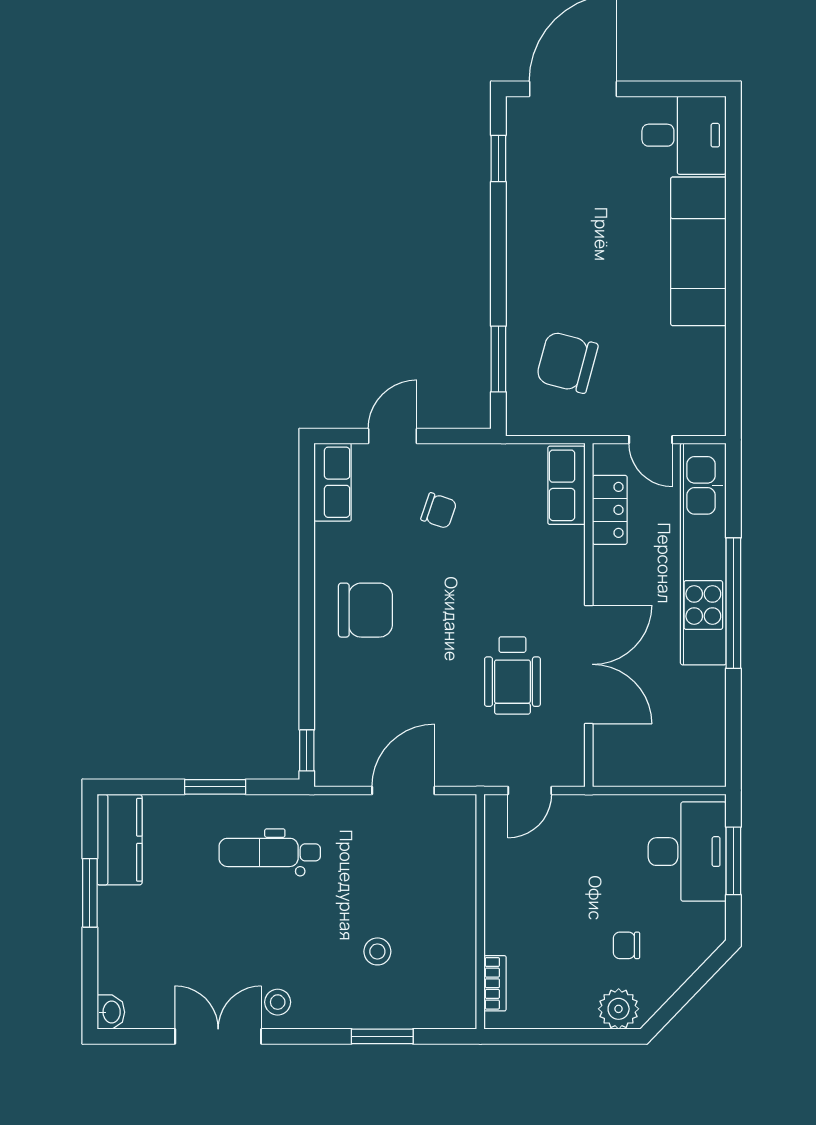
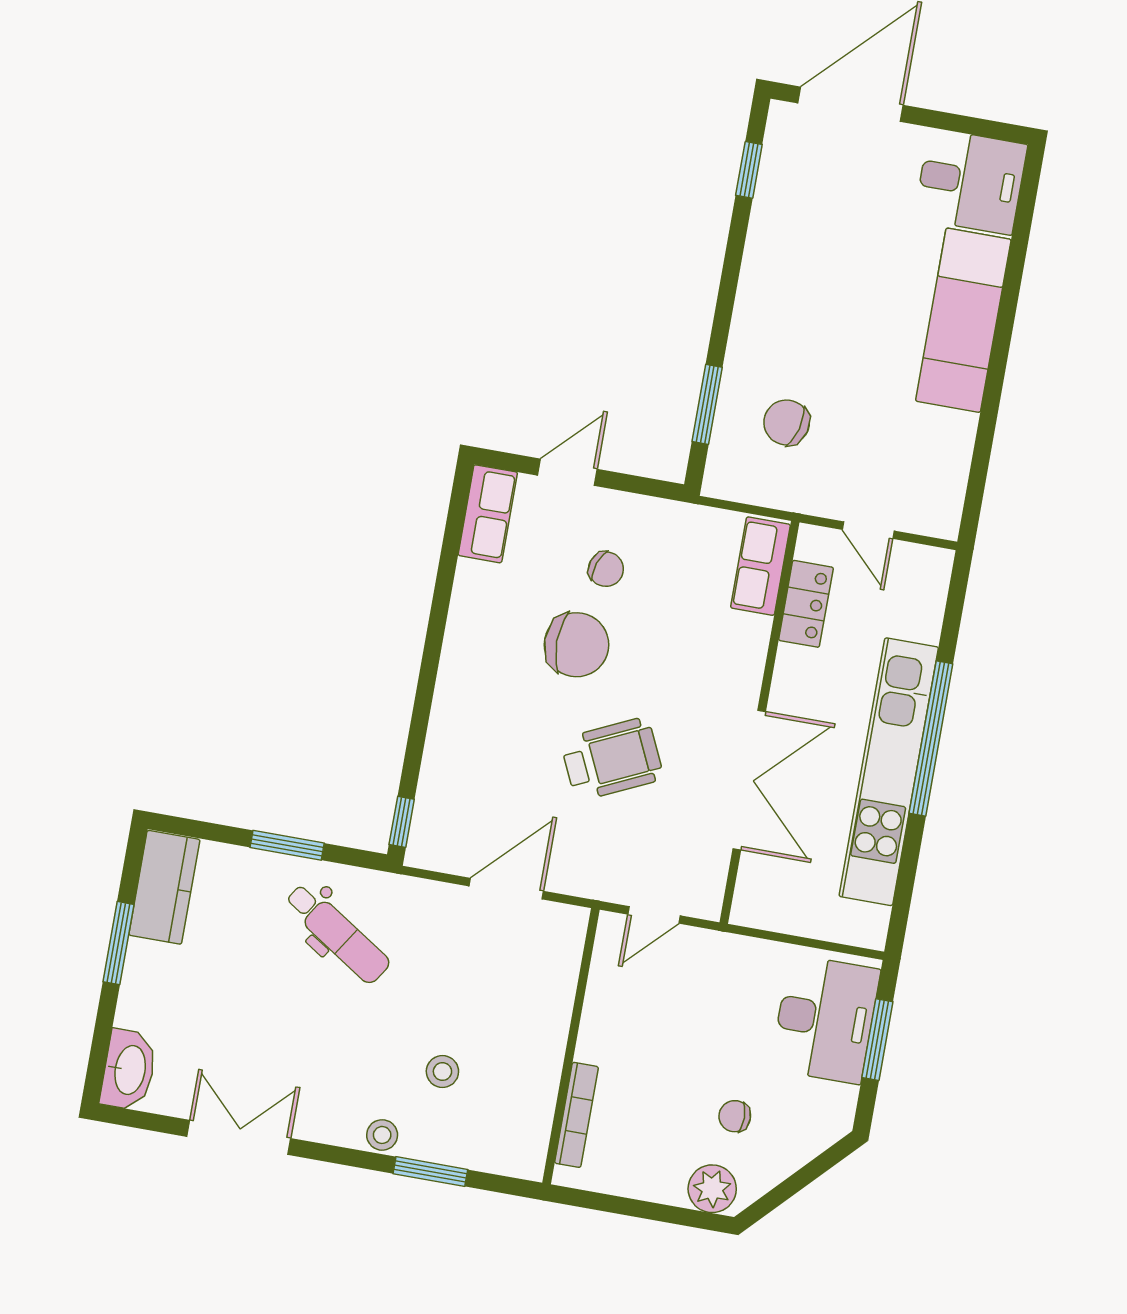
chair: (567, 362) -> (787, 423), width x0.73, depth x0.73
kitchen unit: (703, 554) -> (889, 772), moved
chair: (365, 610) -> (577, 645), moved
wheelchair: (512, 675) -> (612, 759), moved, turned -115
dental chair: (270, 852) -> (337, 933), turned -147
bookcase: (495, 983) -> (576, 1115), width x1.56
stool: (278, 1002) -> (382, 1135), moved
washbasin: (111, 1012) -> (129, 1070), width x1.91, depth x1.45

